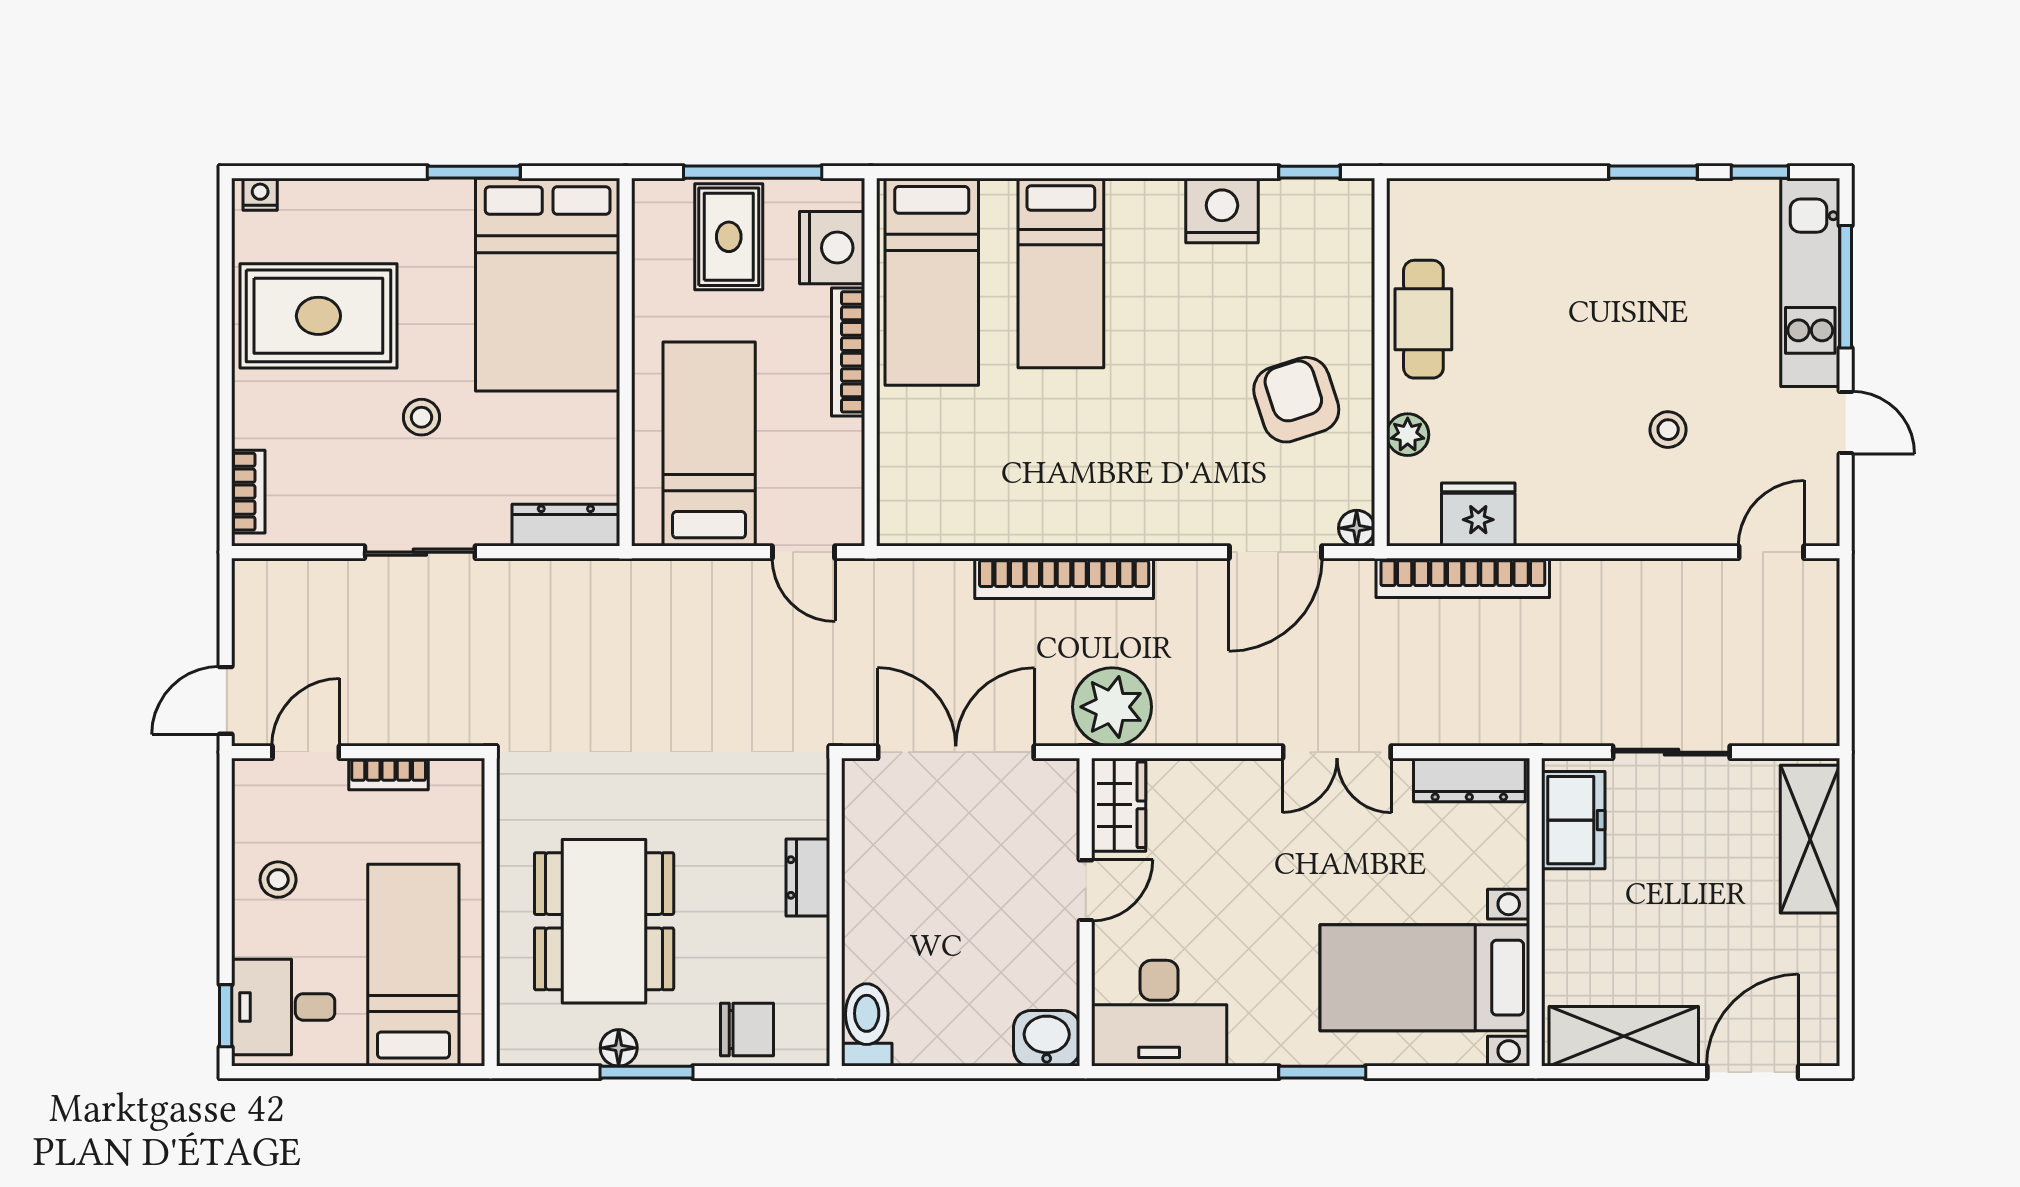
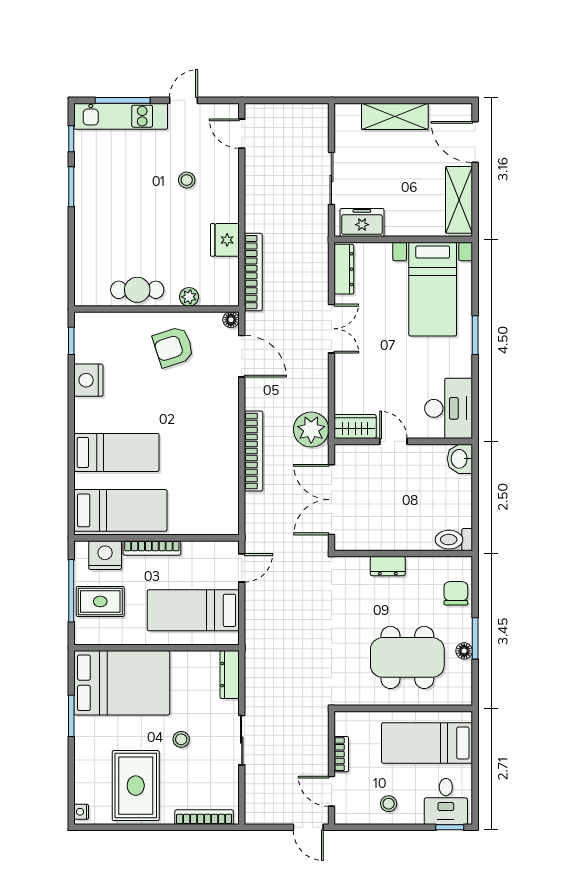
bookcase: (248, 492) -> (204, 817), width x1.56
fridge: (1478, 515) -> (225, 240), moved
shelving: (1810, 839) -> (395, 116), moved

